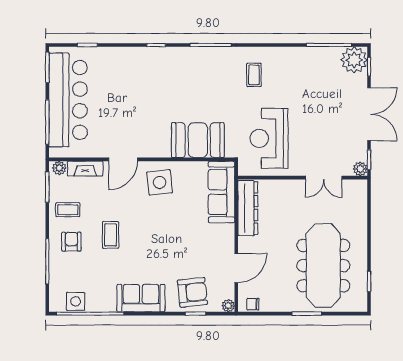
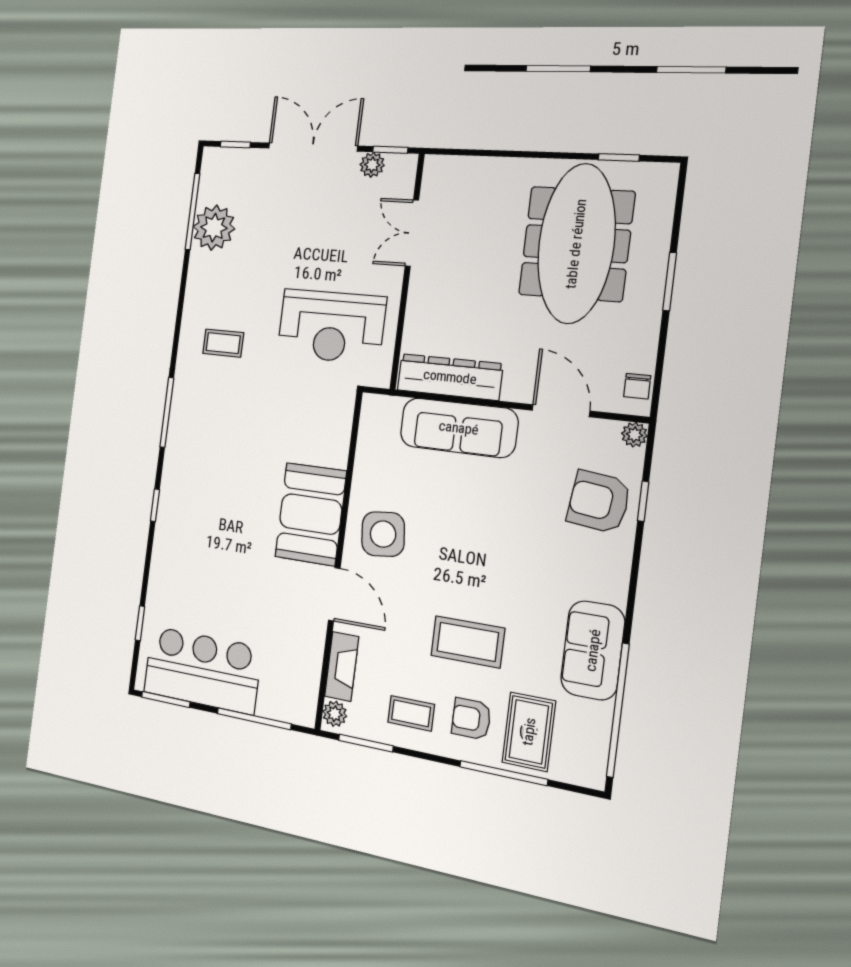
plant: (354, 60) -> (214, 228), moved
bar counter: (68, 100) -> (202, 670), width x0.73
booth: (198, 140) -> (311, 514), moved
plant: (360, 169) -> (372, 165), moved
double door: (324, 178) -> (412, 233), swing flipped
sofa: (222, 192) -> (459, 428), moved
coffee table: (68, 210) -> (411, 713), turned 90
coffee table: (111, 235) -> (468, 642), width x1.36, depth x1.30
meeting table: (323, 266) -> (576, 244), turned 90
rug: (71, 272) -> (529, 732), added
armchair: (192, 292) -> (599, 502), turned -77
sofa: (141, 298) -> (593, 650), moved
side table: (76, 301) -> (589, 734), removed

